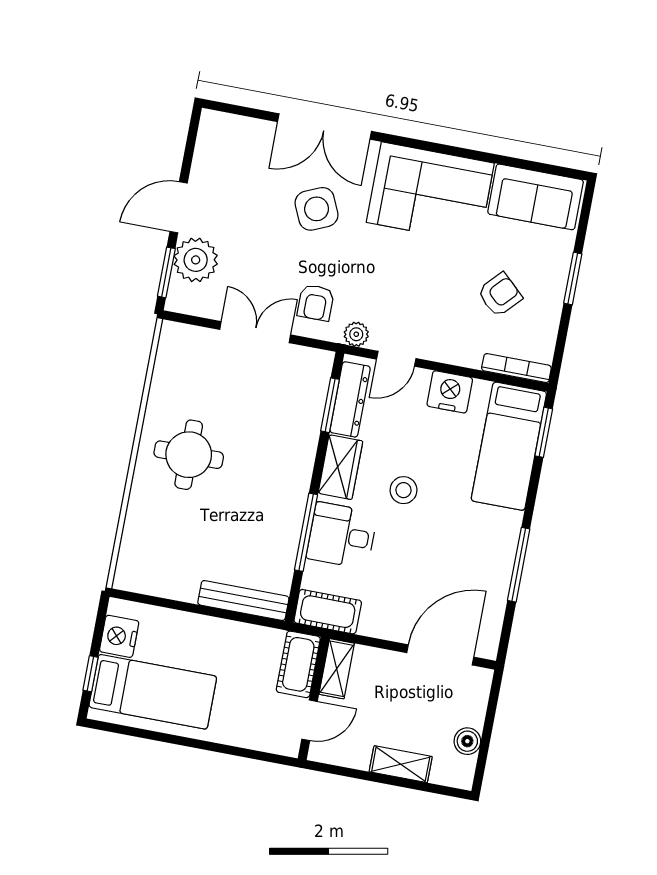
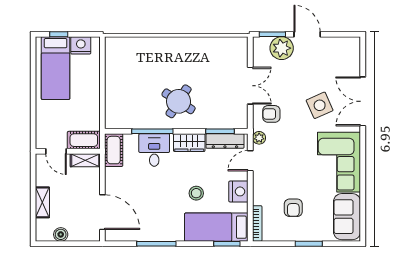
armchair: (500, 295) -> (293, 208), turned 47
door: (396, 359) -> (250, 161), hinge flipped
round table: (189, 455) -> (179, 101), moved, turned 33
stool: (403, 490) -> (196, 193), moved
bench: (243, 600) -> (111, 106), removed

